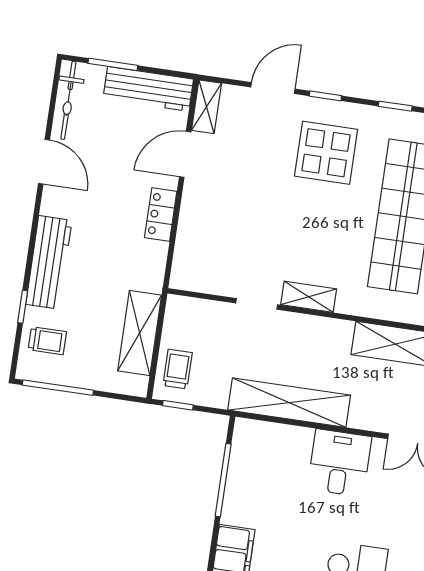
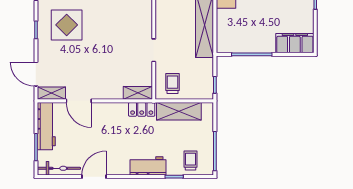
door: (273, 88) -> (36, 74), moved
locker: (161, 215) -> (142, 109), moved
workbench: (49, 262) -> (148, 166), width x0.73
shelving: (309, 297) -> (138, 93), moved, turned 90
trolley: (178, 369) -> (173, 84), moved, turned 90

